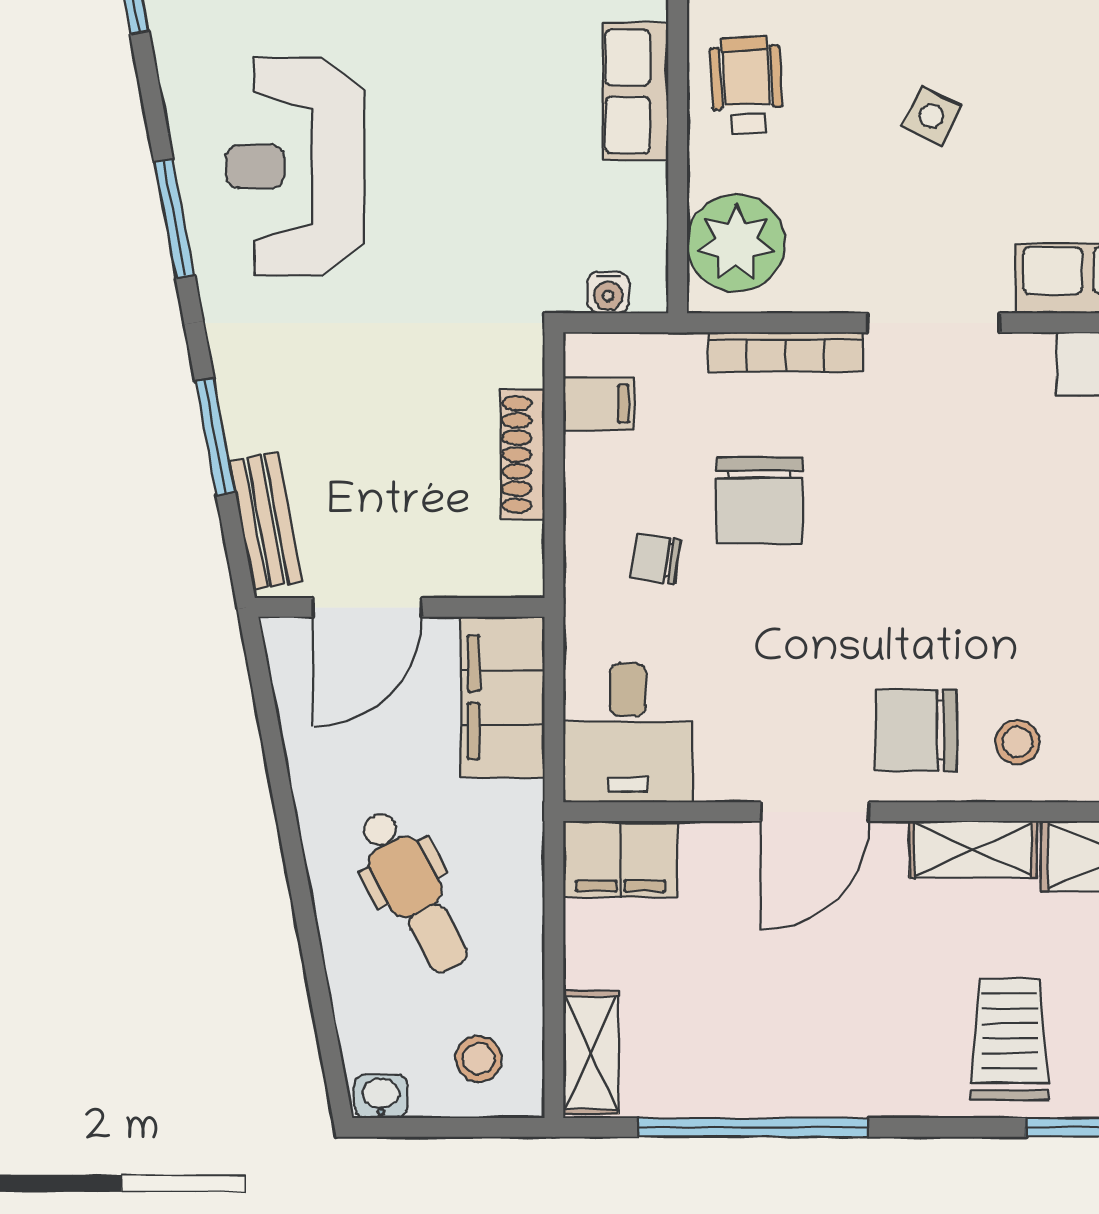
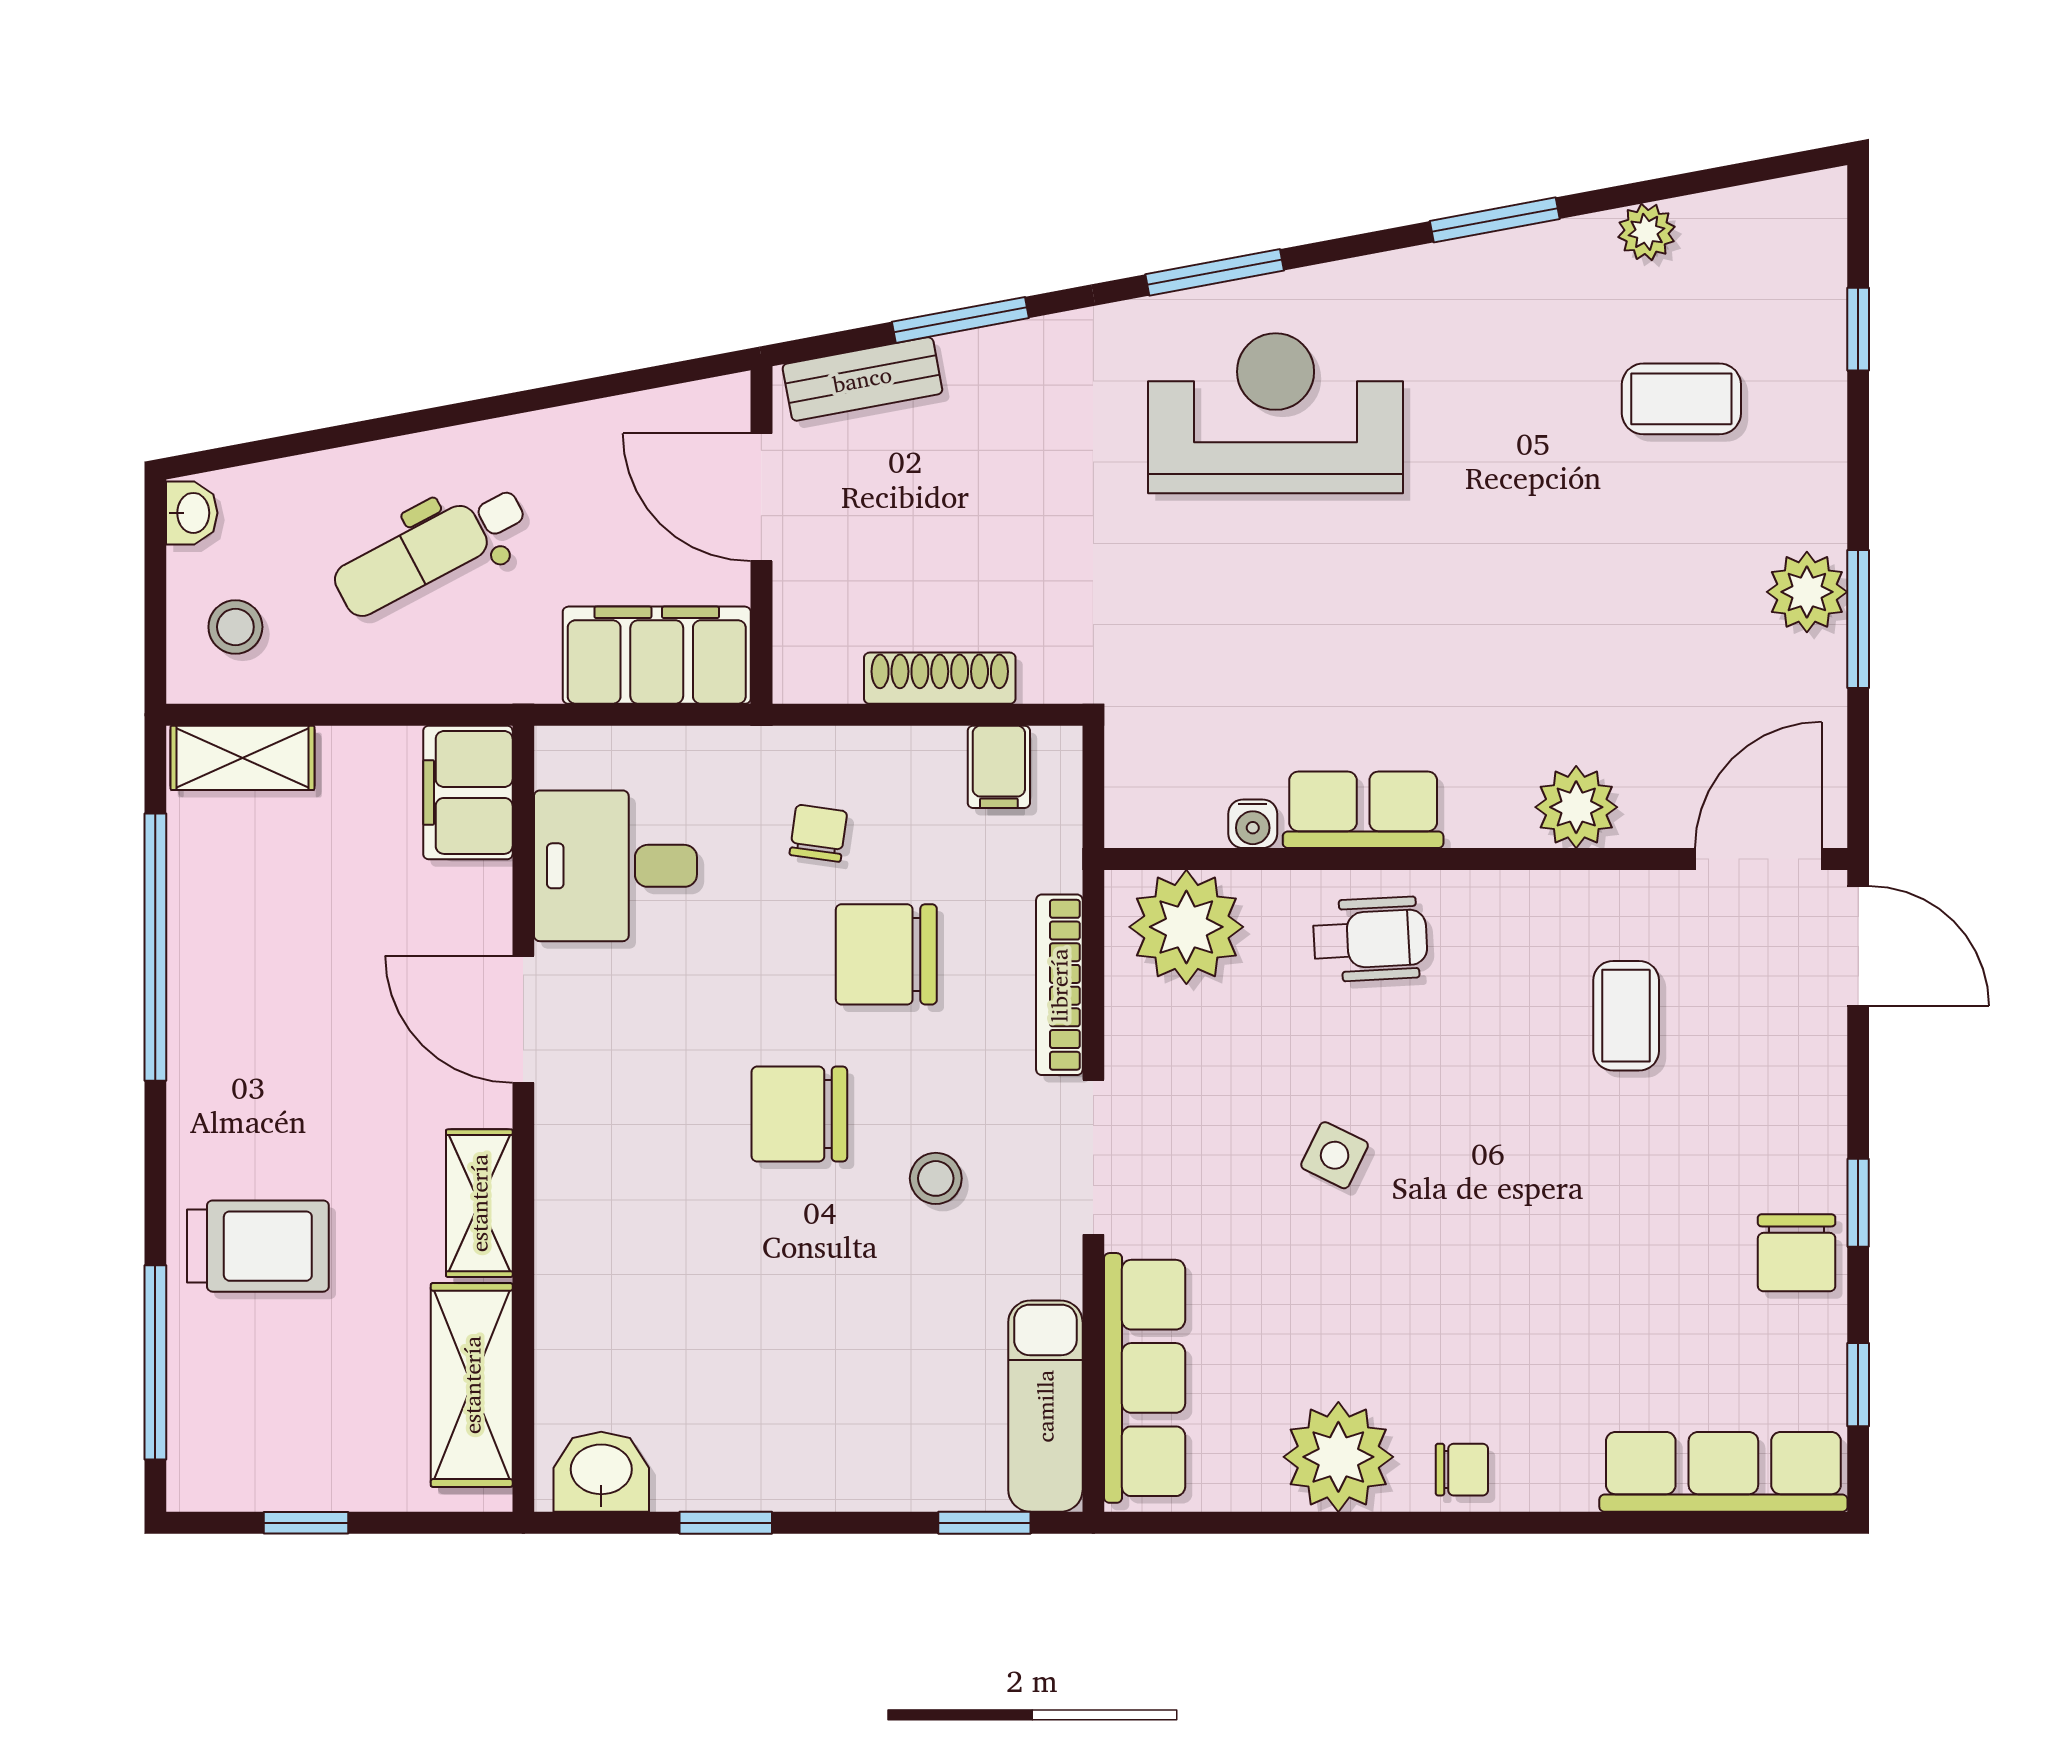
water cooler: (608, 293) -> (1253, 824), moved, turned -90
chair: (916, 730) -> (799, 1114), moved, turned -90
desk: (628, 733) -> (616, 866), moved
stool: (1017, 742) -> (936, 1178), moved

